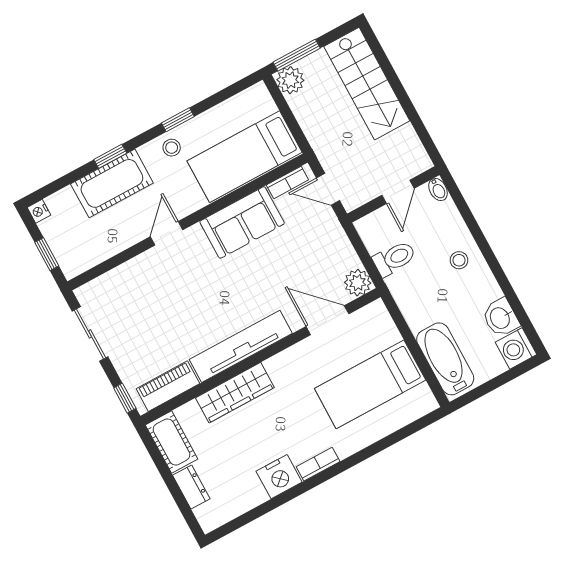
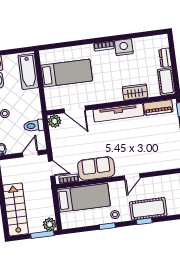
door: (398, 192) -> (30, 154), moved
wardrobe: (235, 393) -> (135, 92), width x0.67

